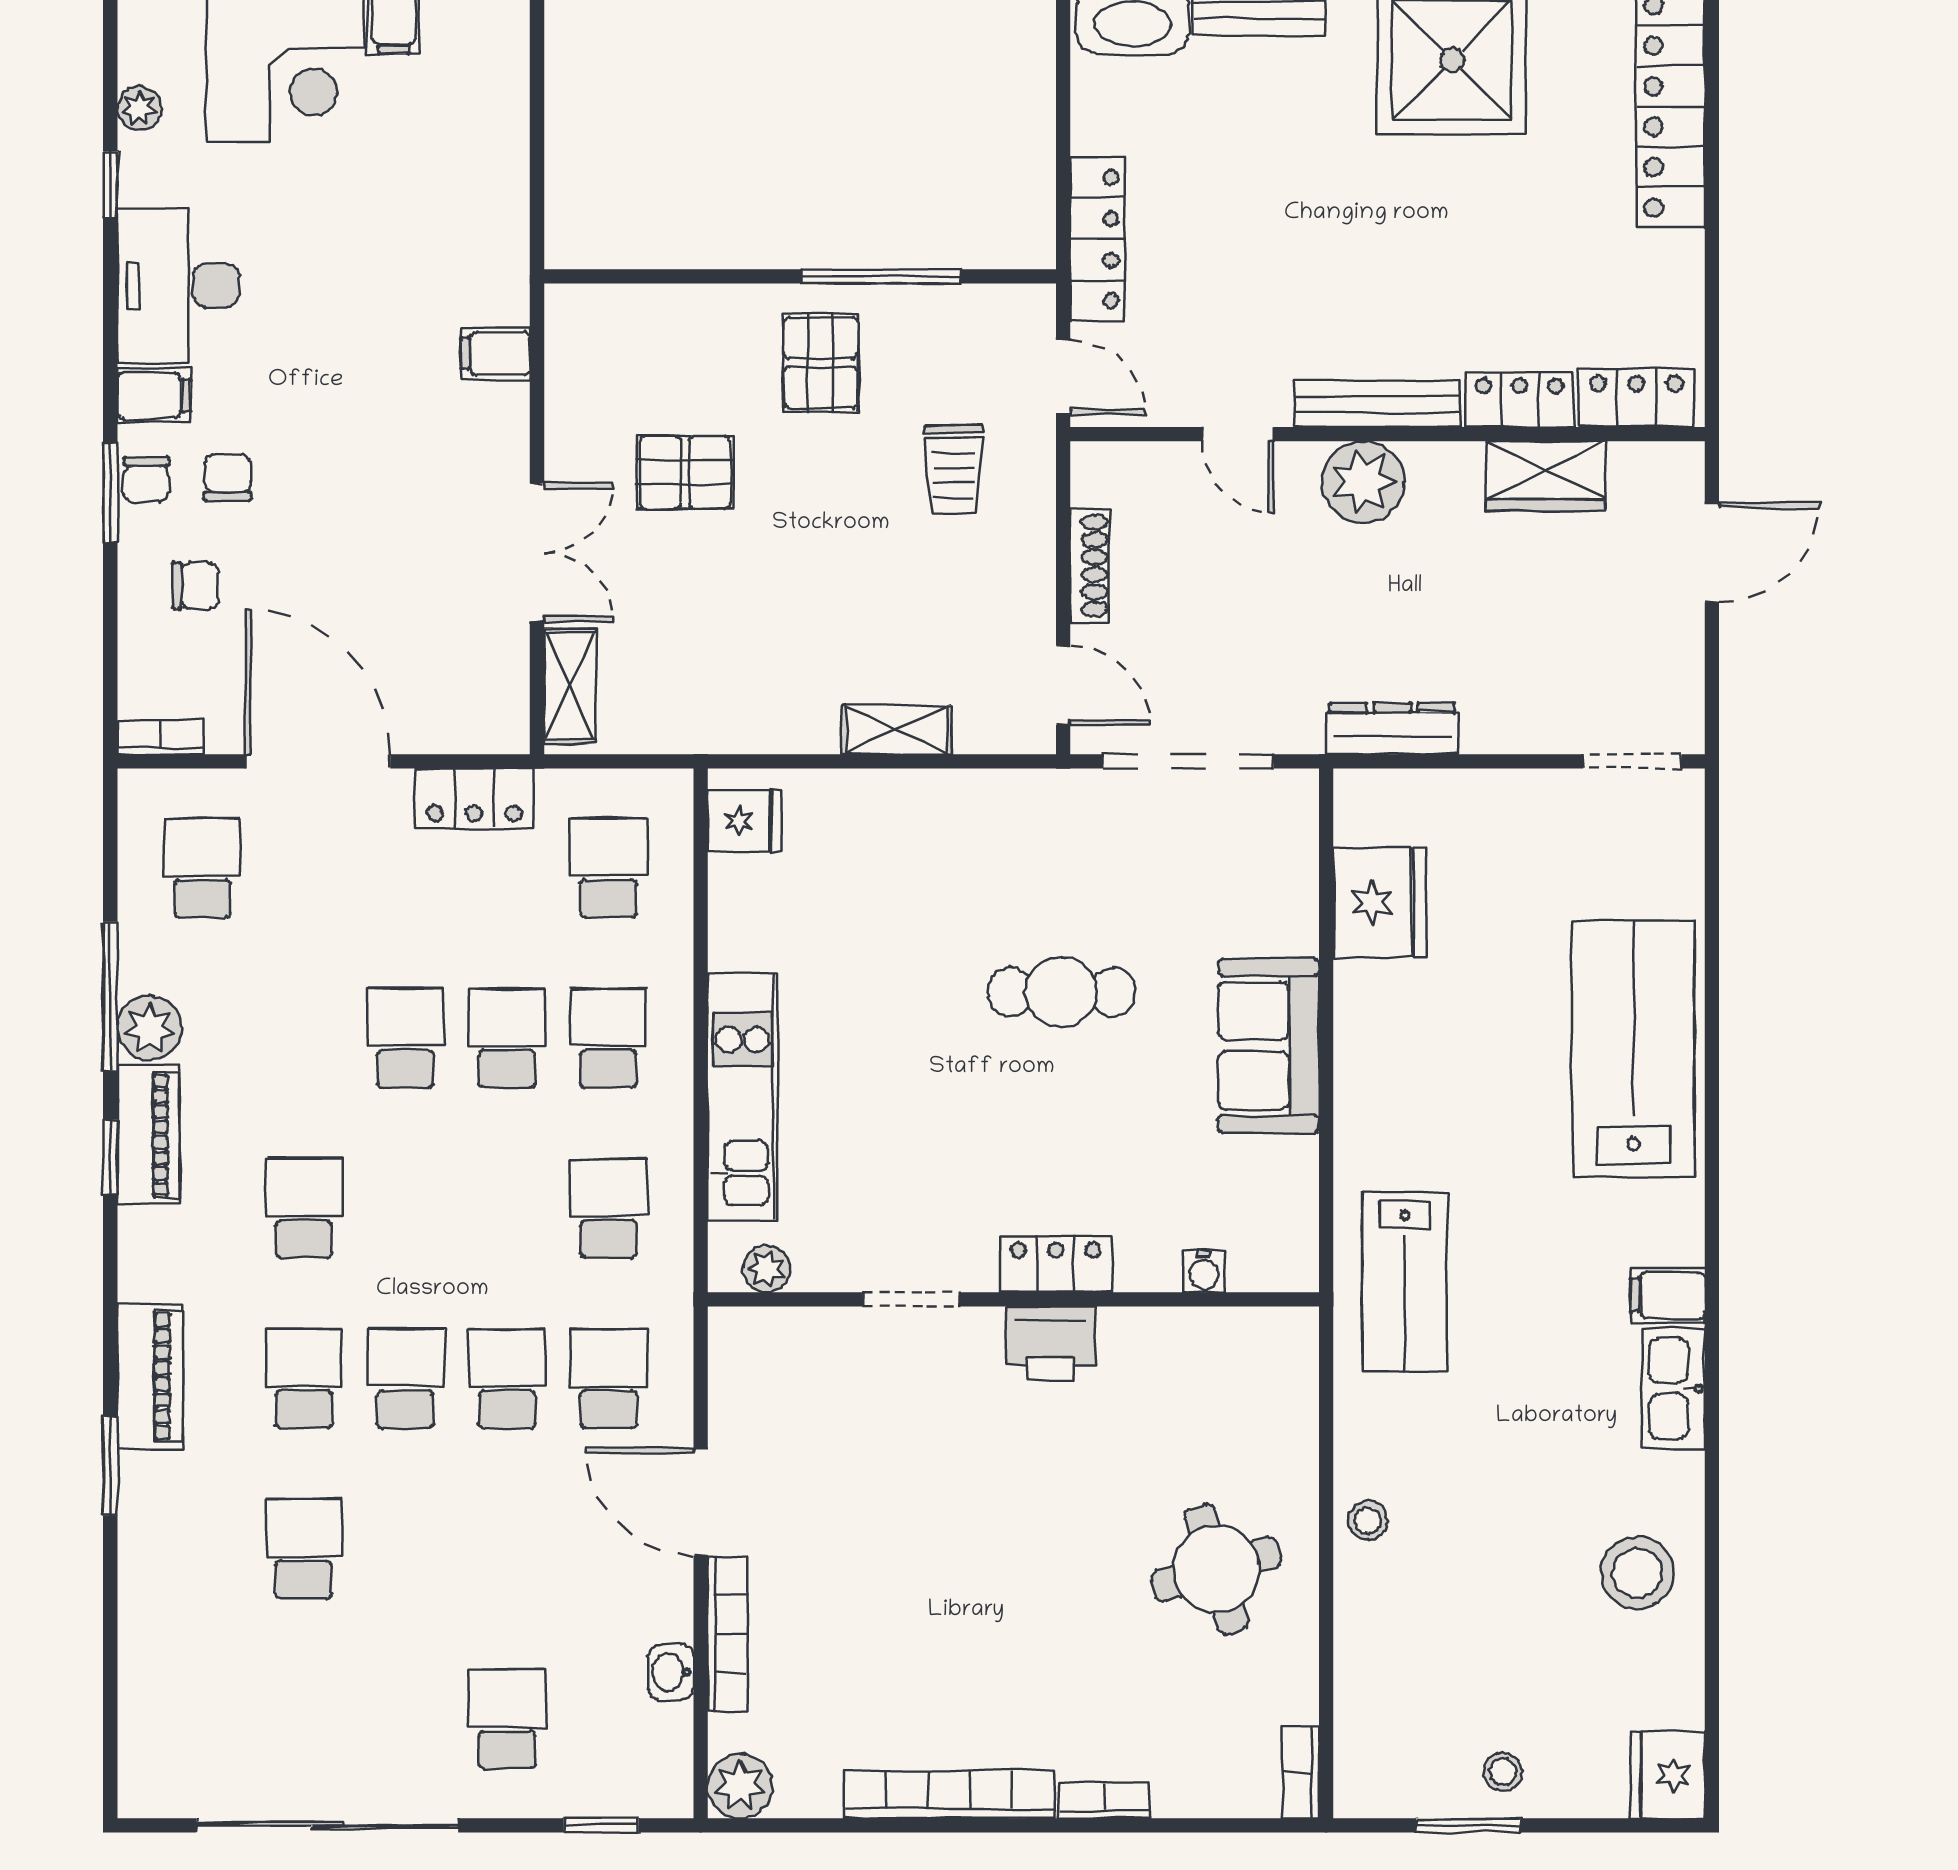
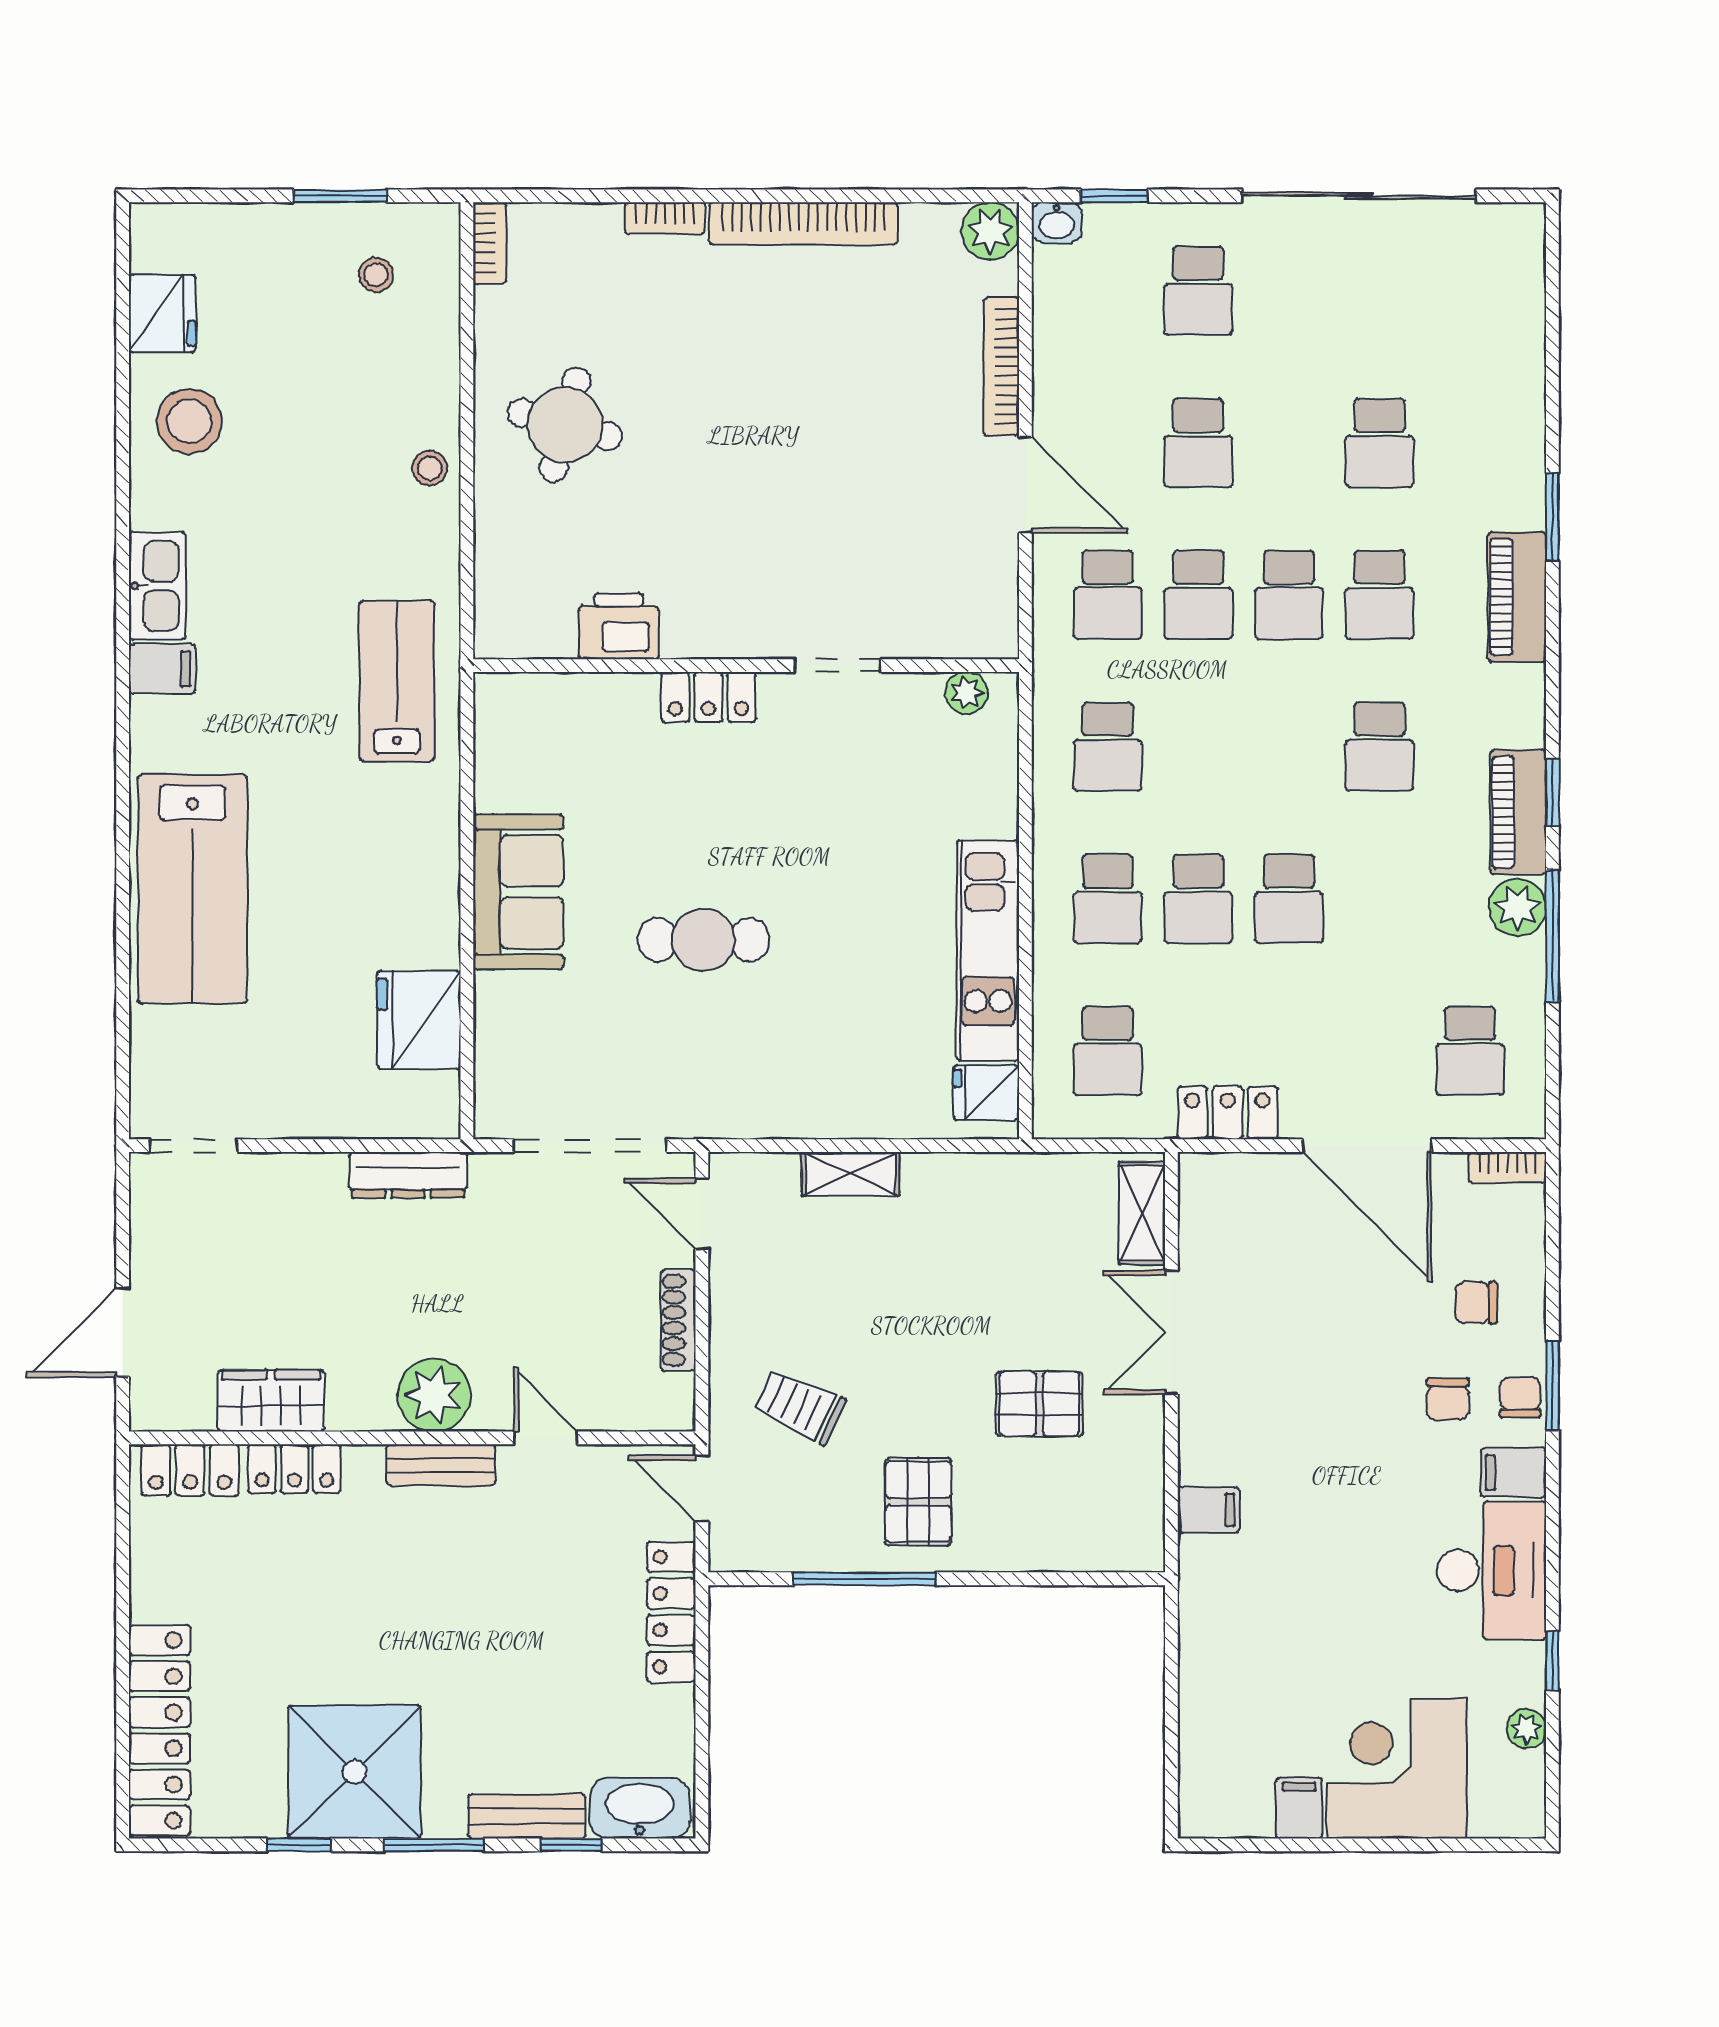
bench: (1377, 404) -> (441, 1465), width x0.73
trolley: (953, 470) -> (800, 1406), turned -65
kitchen unit: (743, 1096) -> (988, 950), moved
water cooler: (1204, 1271) -> (576, 691), removed
printer: (1050, 1343) -> (619, 626), moved
school desk: (507, 1549) -> (1198, 443), added
round table: (1216, 1569) -> (565, 425), turned 32
washbasin: (671, 1672) -> (1057, 222), moved, turned 90
stool: (1503, 1772) -> (376, 275), moved
fridge: (1667, 1775) -> (162, 313), moved

